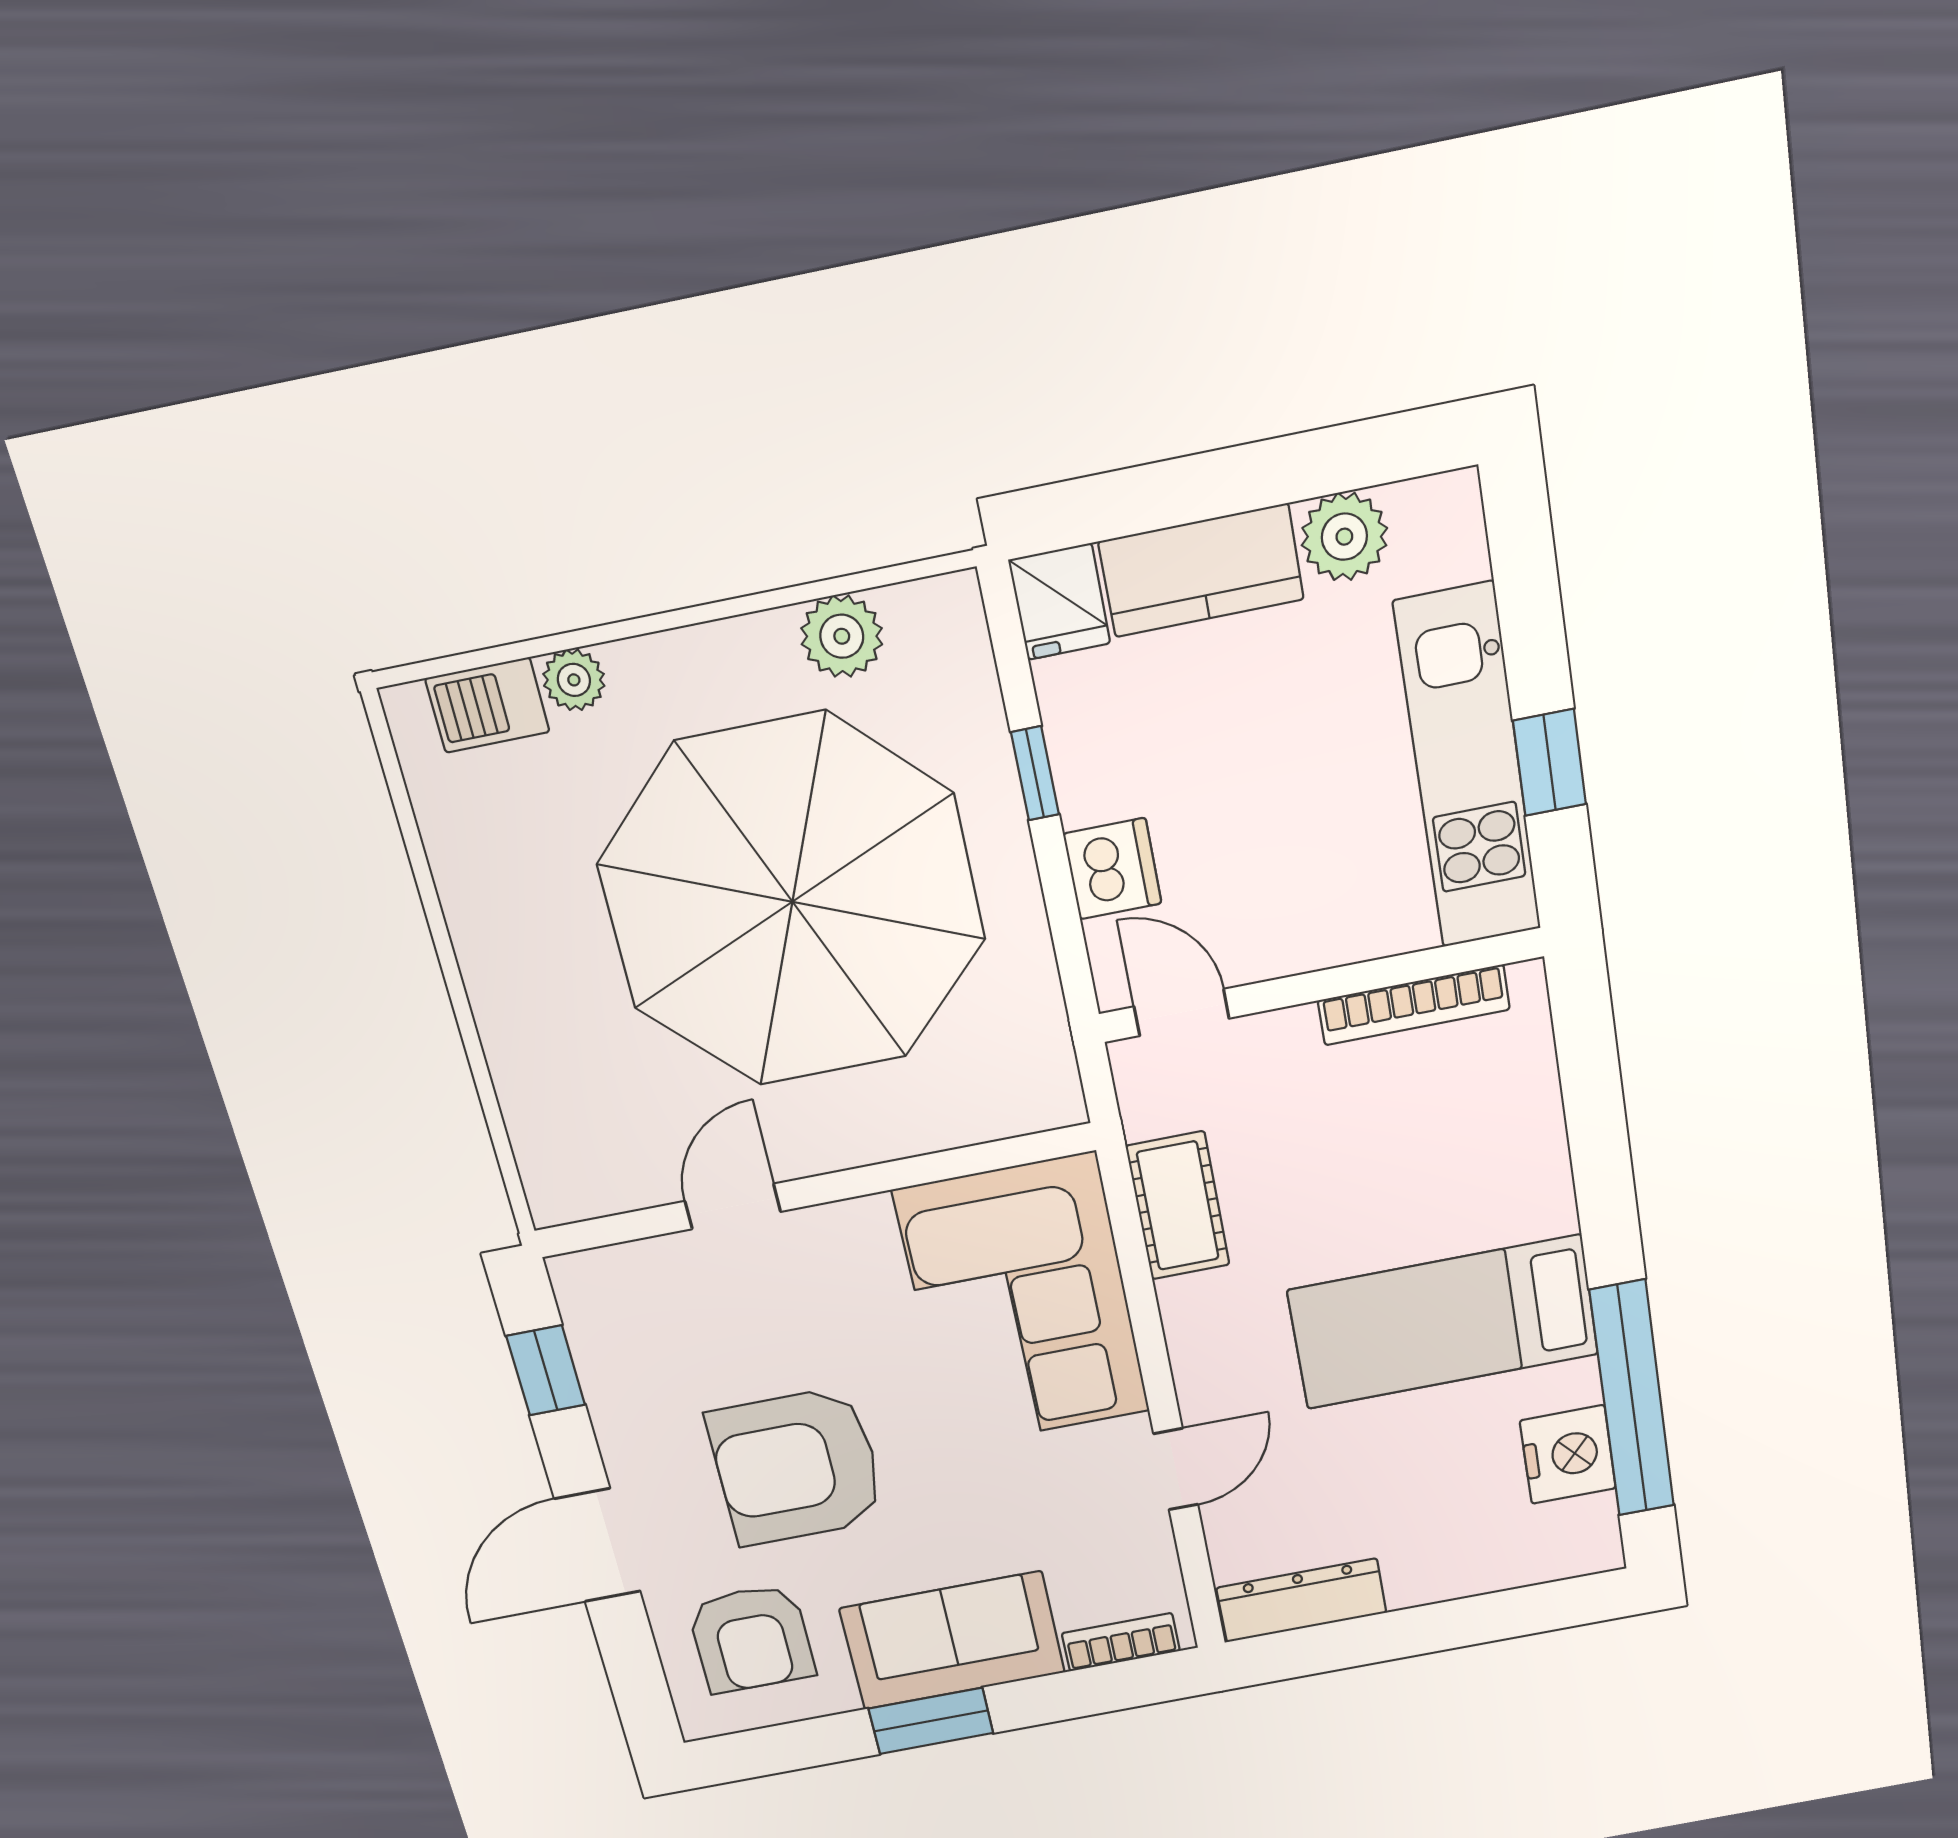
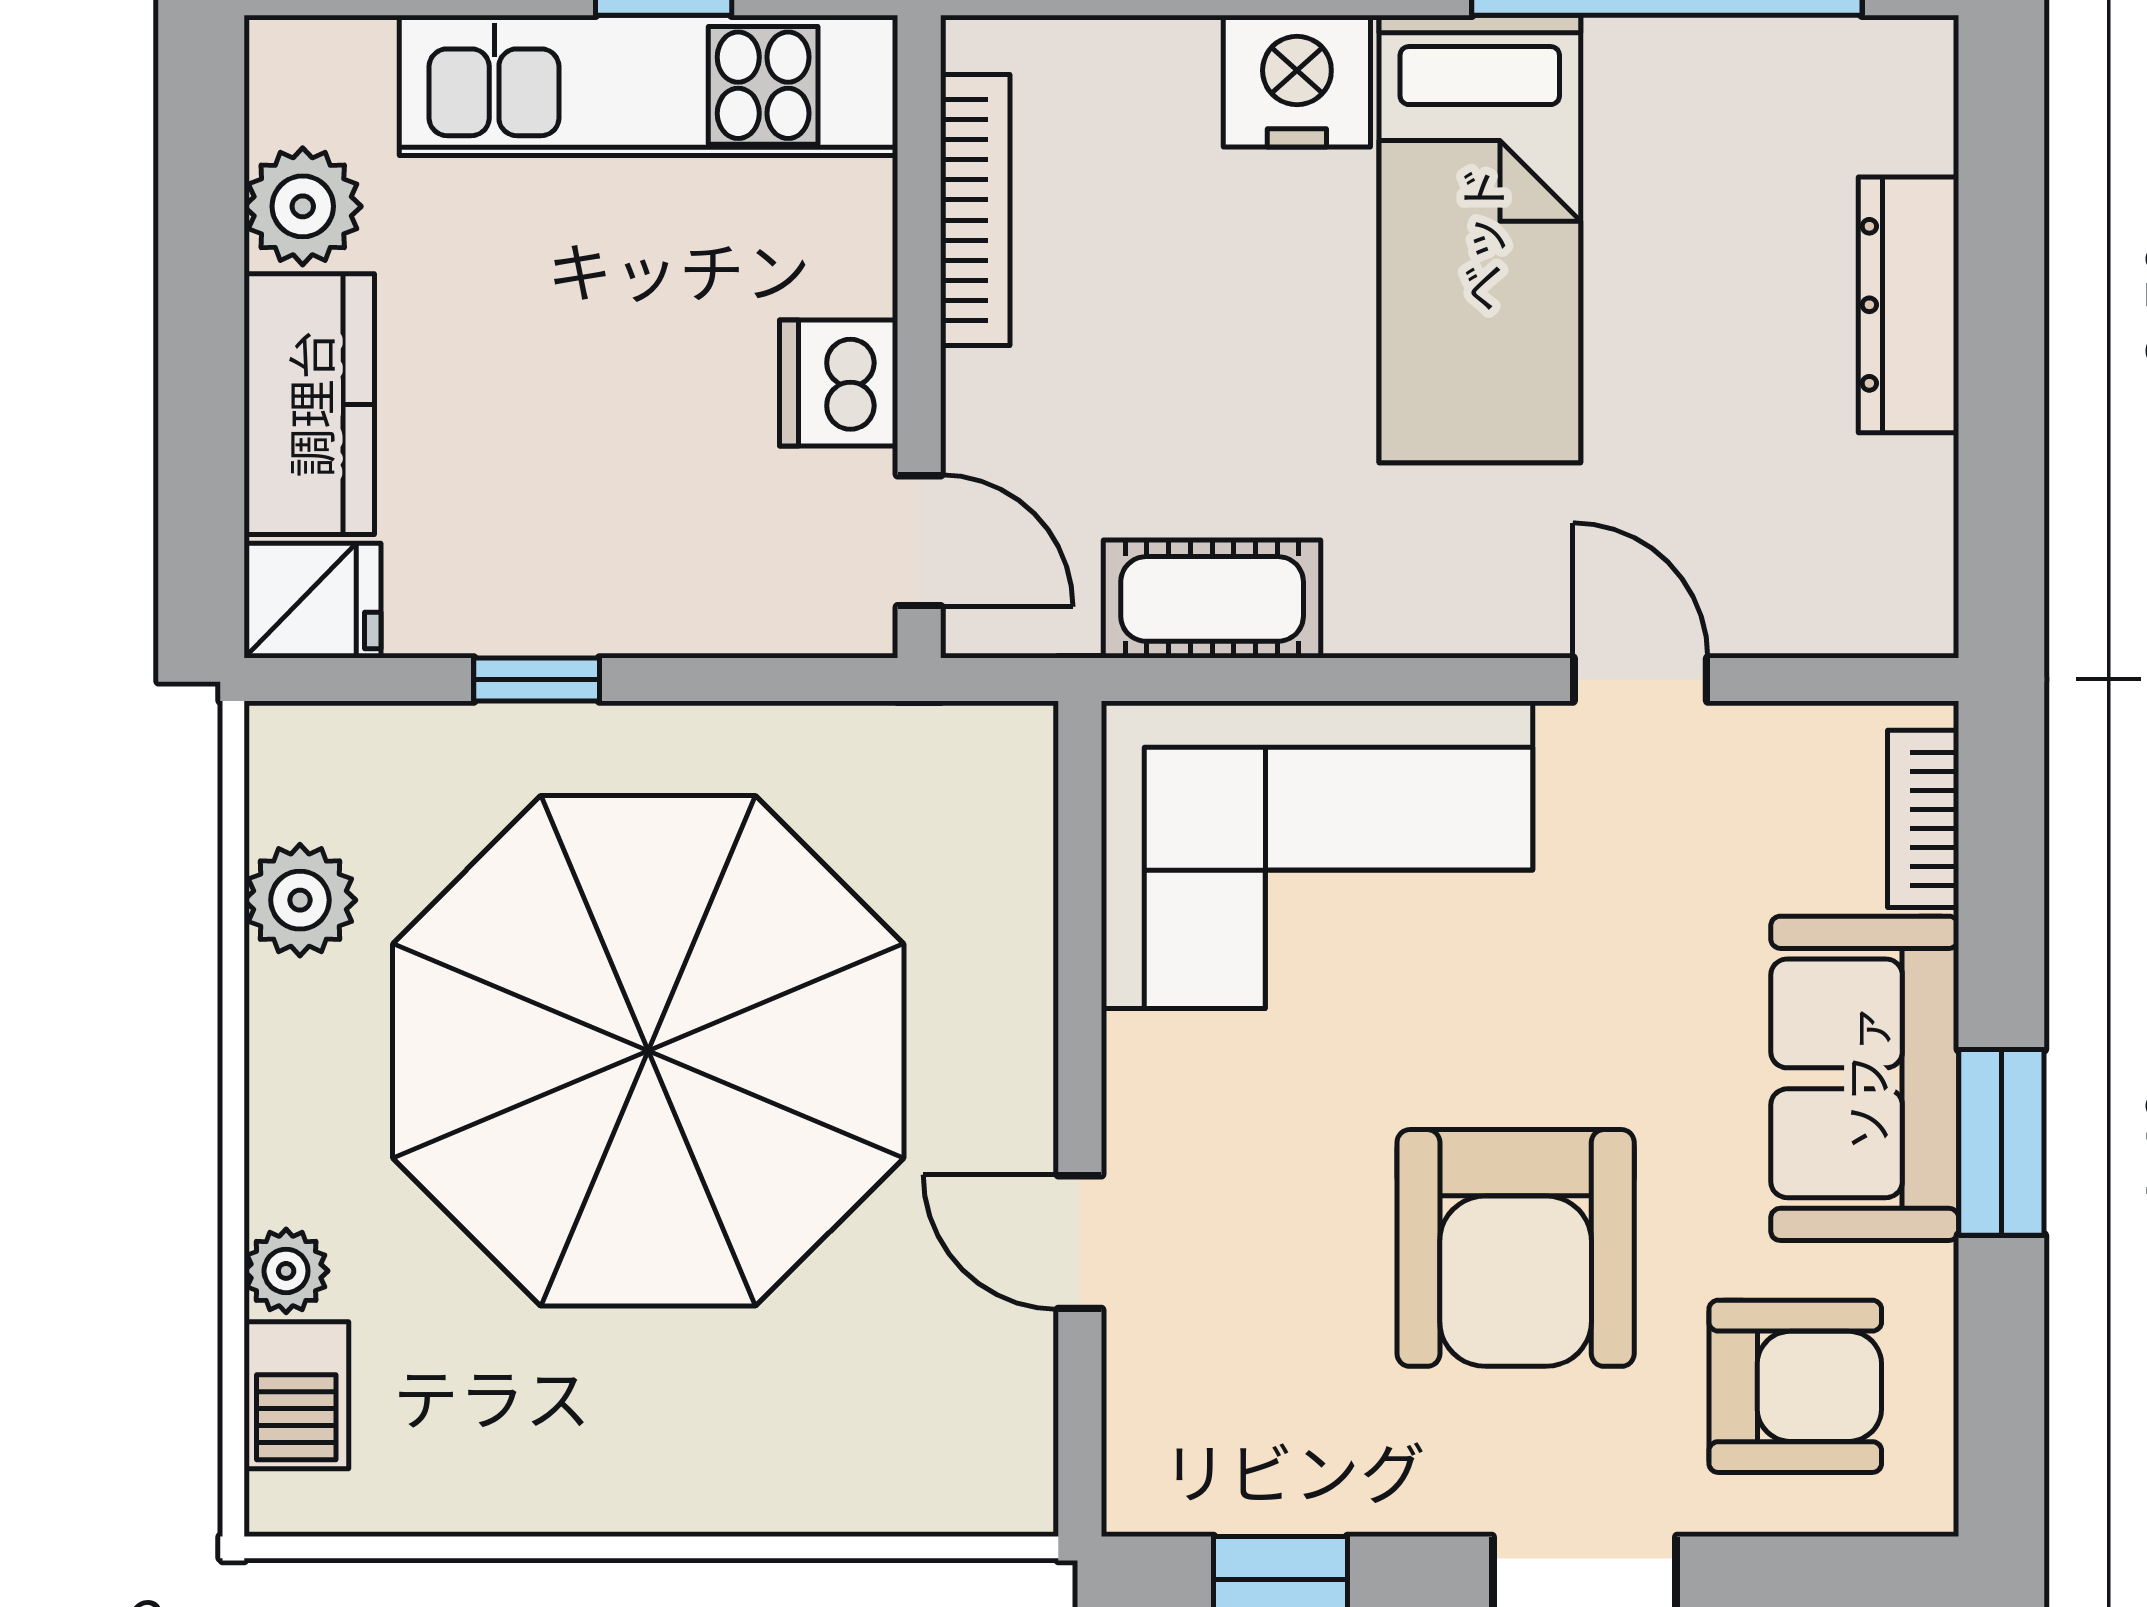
dishwasher: (1112, 869) -> (839, 383), moved, turned -90
door: (1182, 1012) -> (919, 541), swing flipped
nightstand: (1568, 1455) -> (1297, 81), moved
dresser: (1301, 1600) -> (1908, 305), moved

